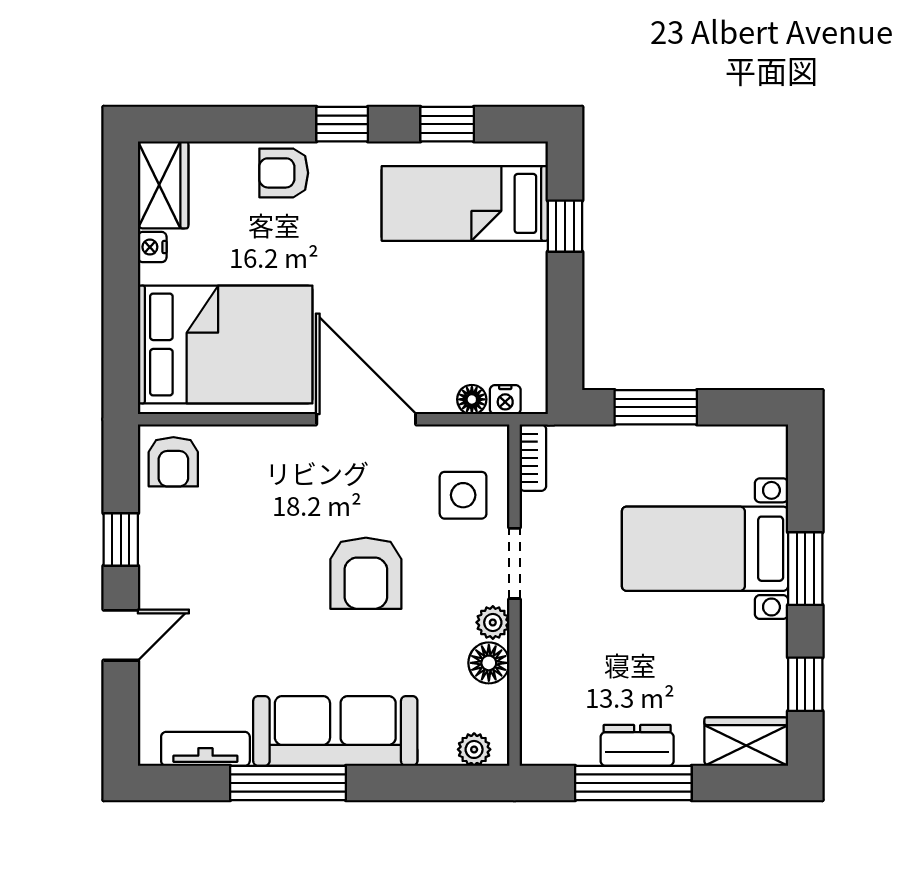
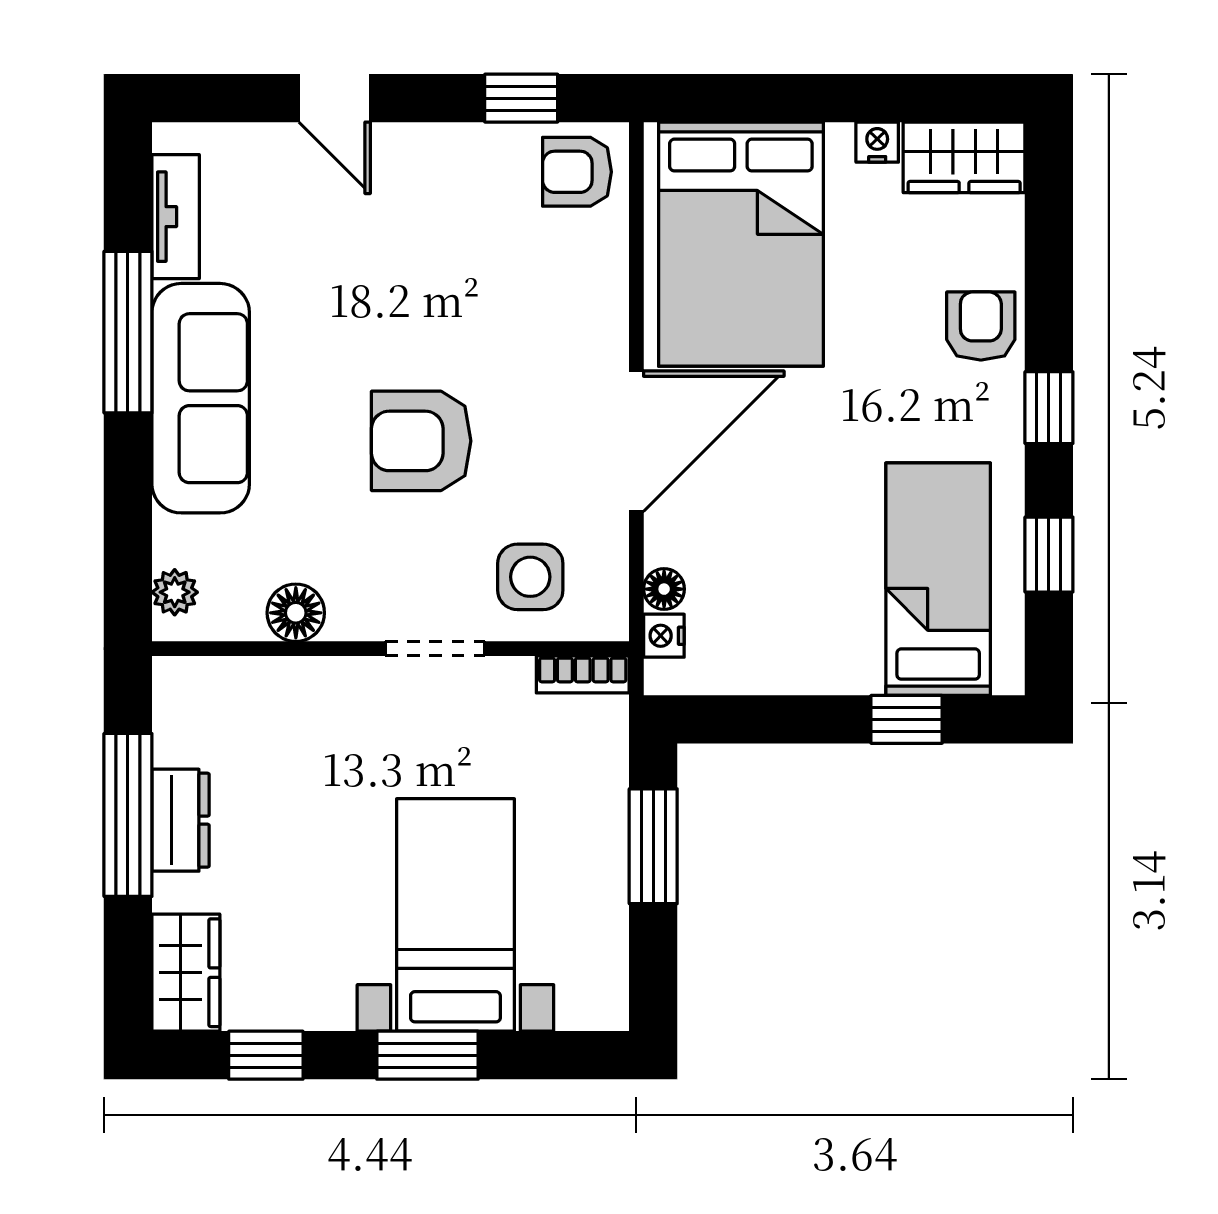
window: (121, 539) -> (521, 98), moved
plant: (493, 622) -> (352, 618), removed

